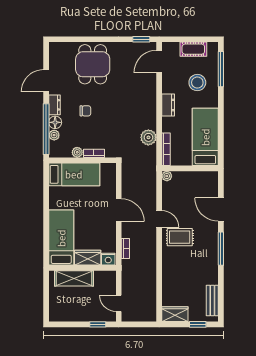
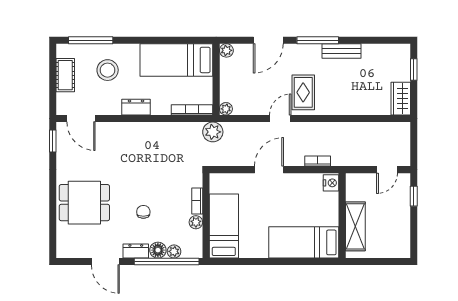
plant: (148, 137) -> (213, 132), moved
plant: (213, 176) -> (226, 50), added
wardrobe: (88, 258) -> (329, 209), removed
bench: (212, 300) -> (341, 51), moved

